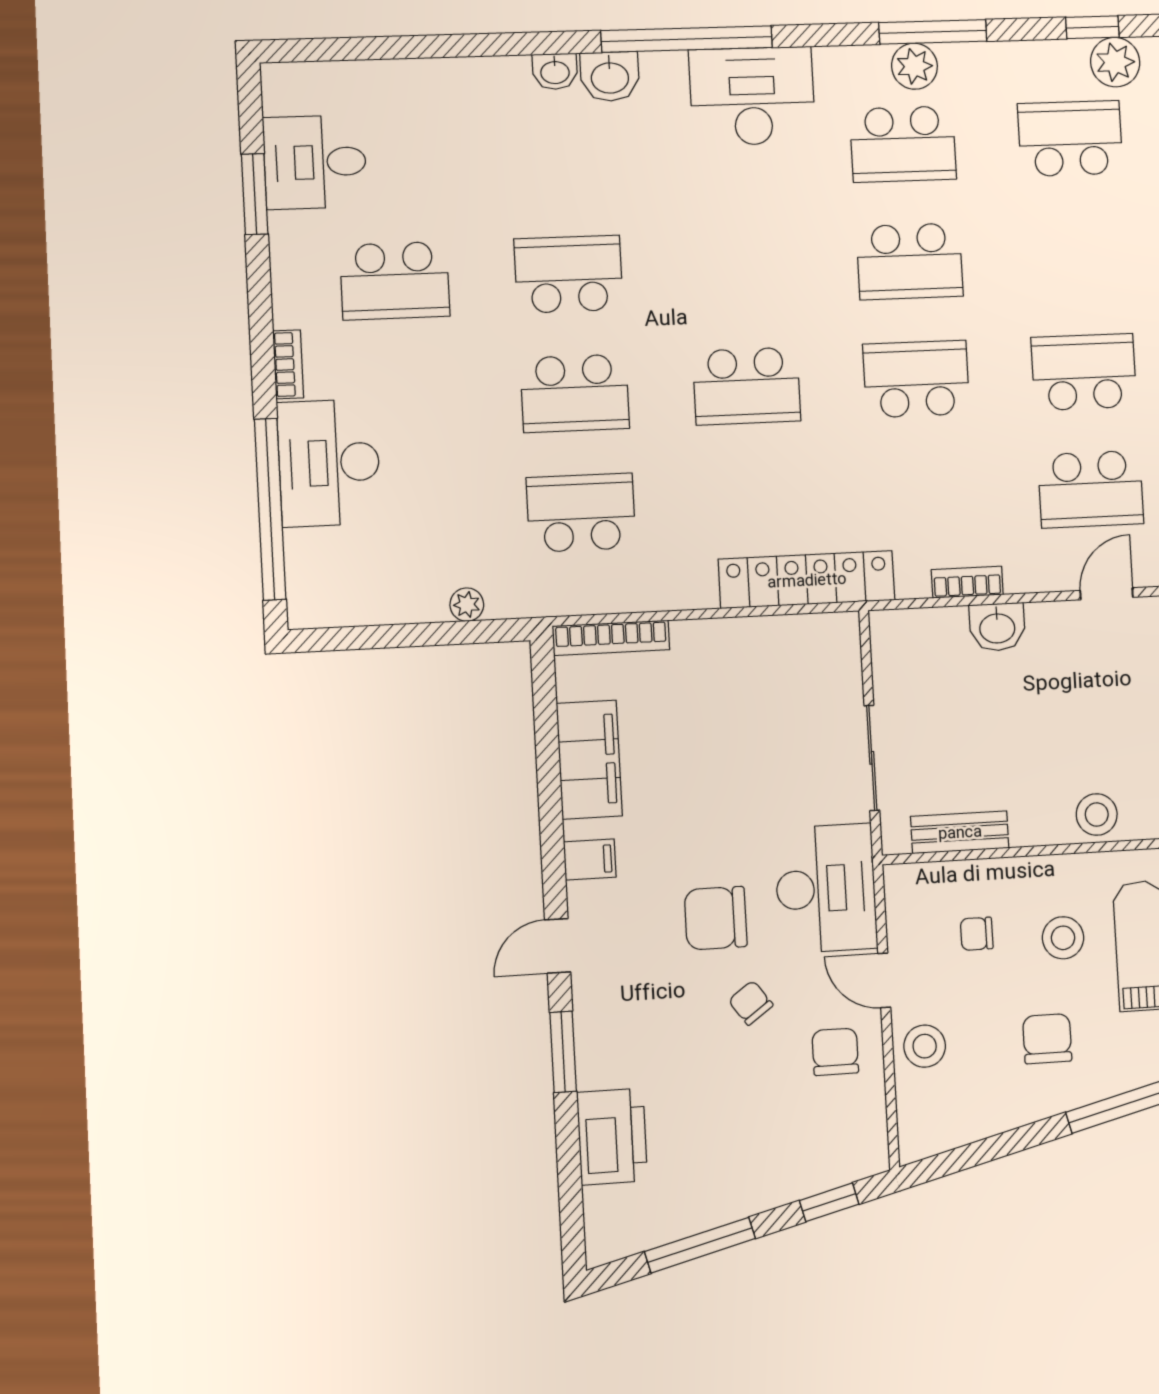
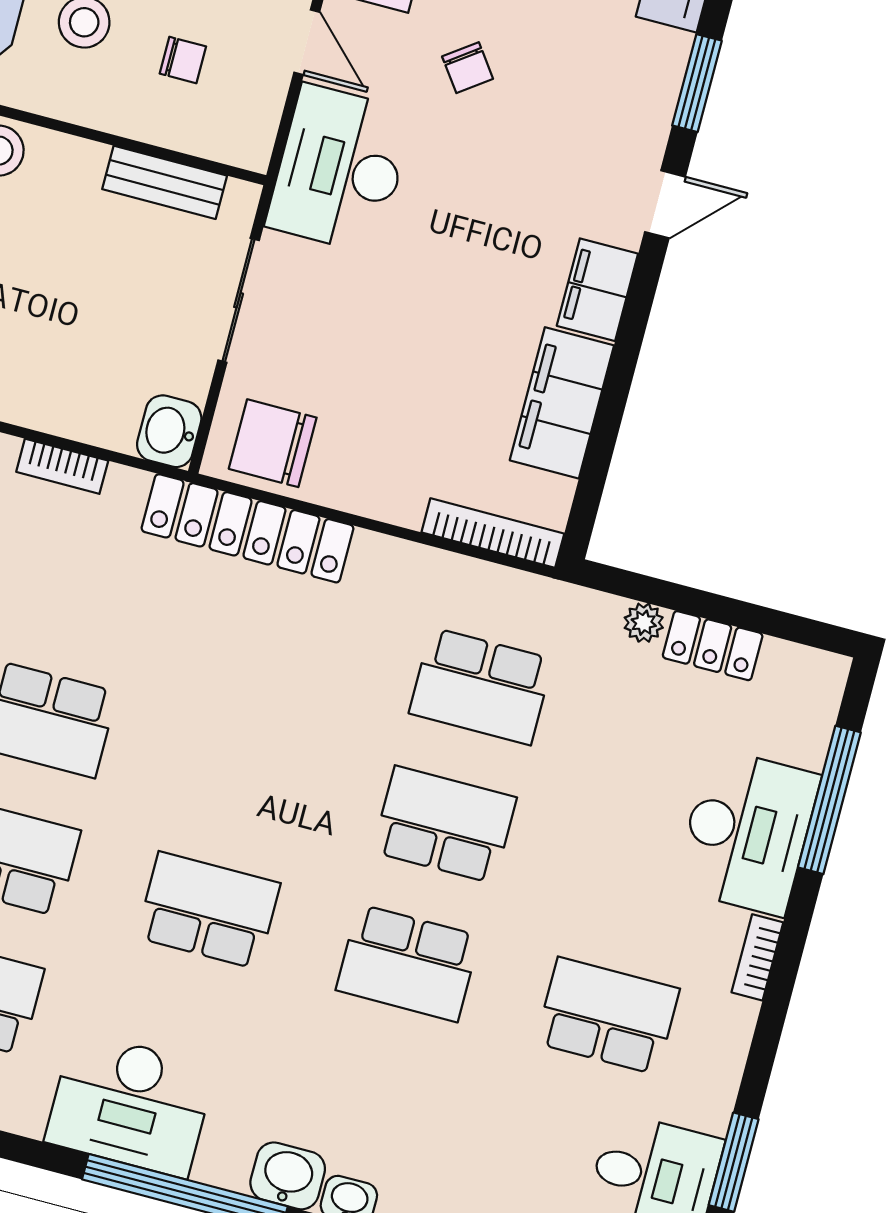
school desk: (747, 386) -> (208, 910), moved
window: (270, 509) -> (829, 800), width x0.68
locker: (405, 604) -> (713, 646), added
washbasin: (997, 627) -> (169, 431), moved, turned -90
filing cabinet: (590, 860) -> (597, 290), width x2.00
chair: (716, 918) -> (273, 443), moved, turned 180

